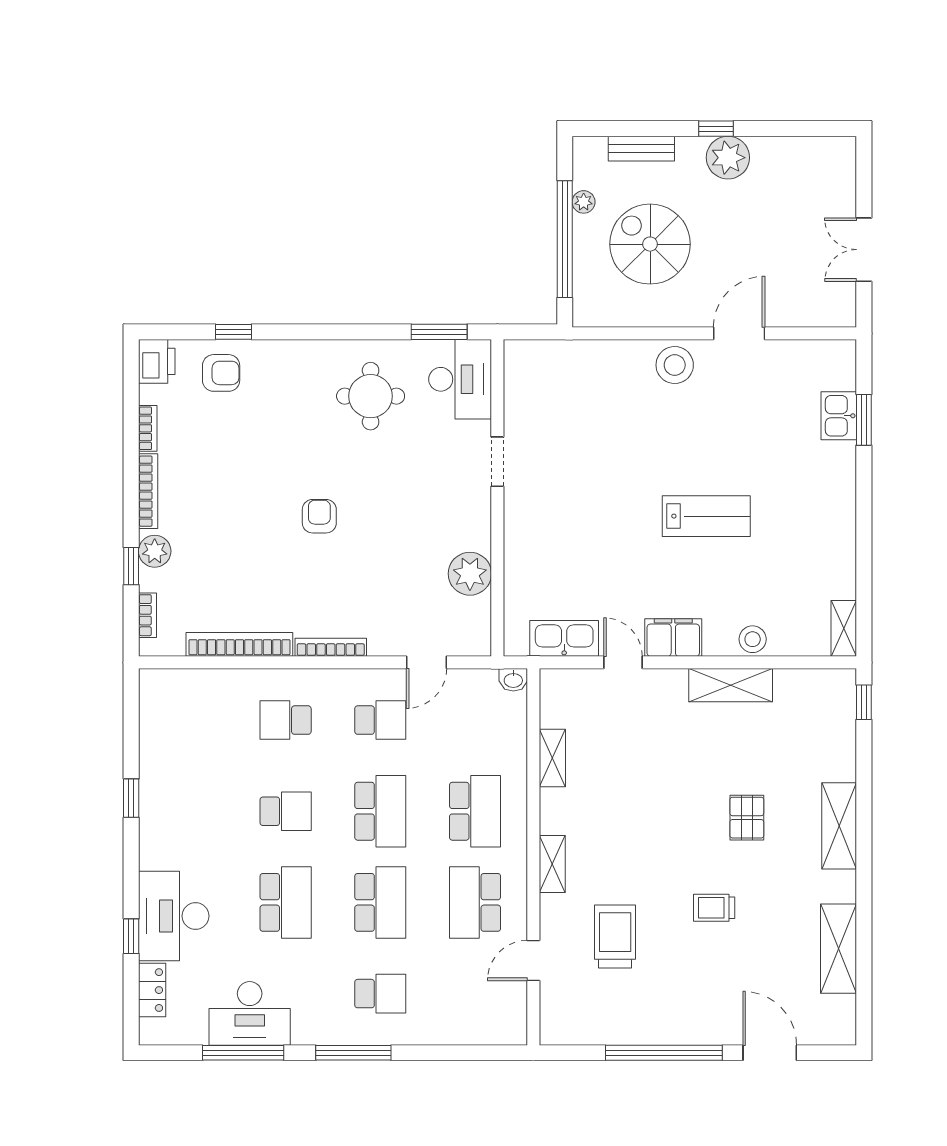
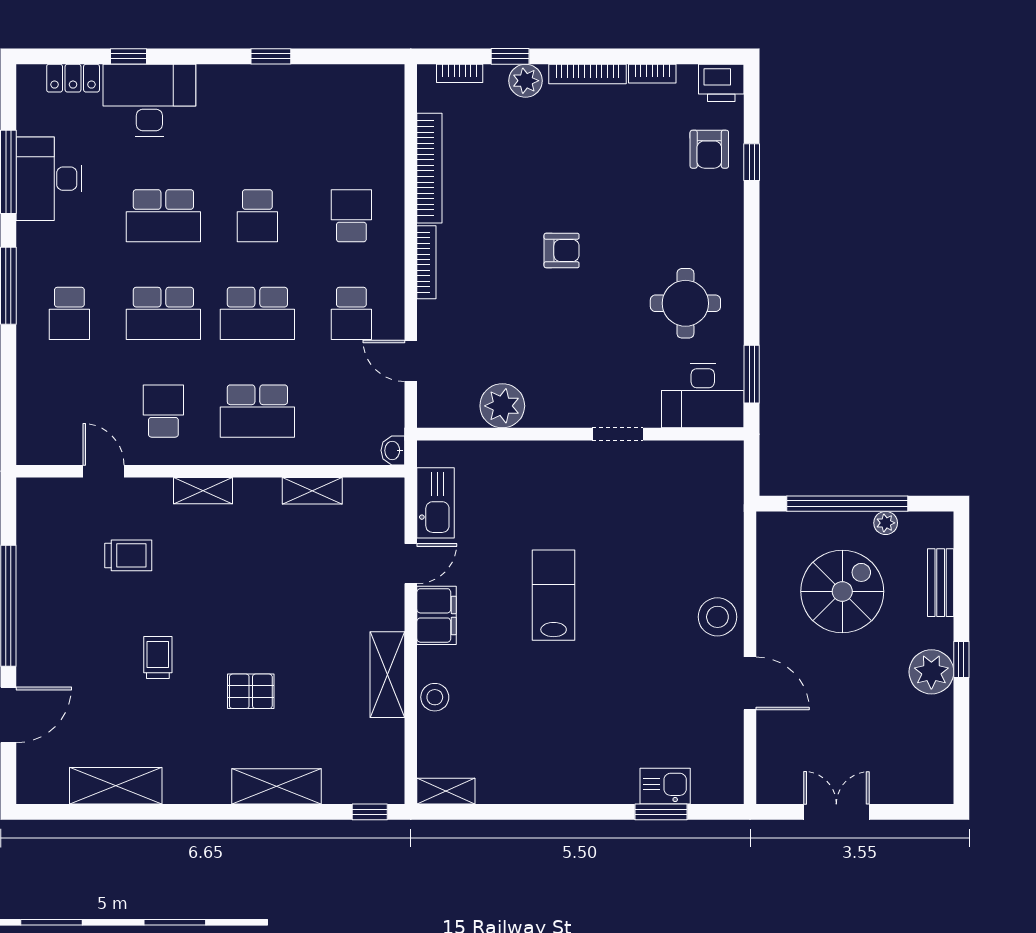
lab bench: (706, 516) -> (554, 595), moved, turned 180
shelving: (839, 826) -> (277, 786), moved
school desk: (475, 902) -> (163, 411), width x0.54
trolley: (615, 937) -> (128, 555), width x0.73, depth x0.72

